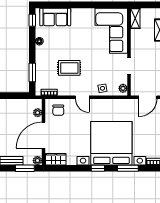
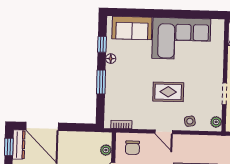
window: (32, 20) -> (102, 44), moved
corner sofa: (111, 31) -> (181, 39), moved, turned -90
rug: (69, 68) -> (168, 92), moved
window: (32, 72) -> (101, 82), moved

